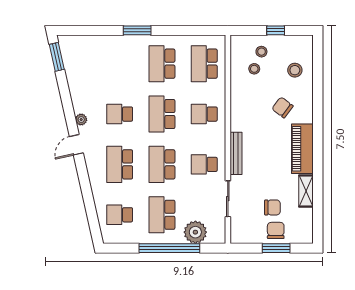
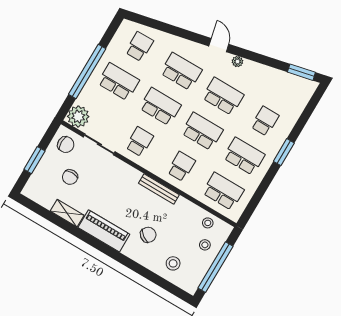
window: (276, 30) -> (216, 267), width x3.17
school desk: (120, 64) -> (265, 121), added
stool: (254, 69) -> (208, 223), moved
school desk: (120, 114) -> (223, 96), width x1.85
bench: (236, 153) -> (159, 189), moved
chair: (276, 230) -> (66, 145), moved
plant: (195, 232) -> (78, 117), moved

